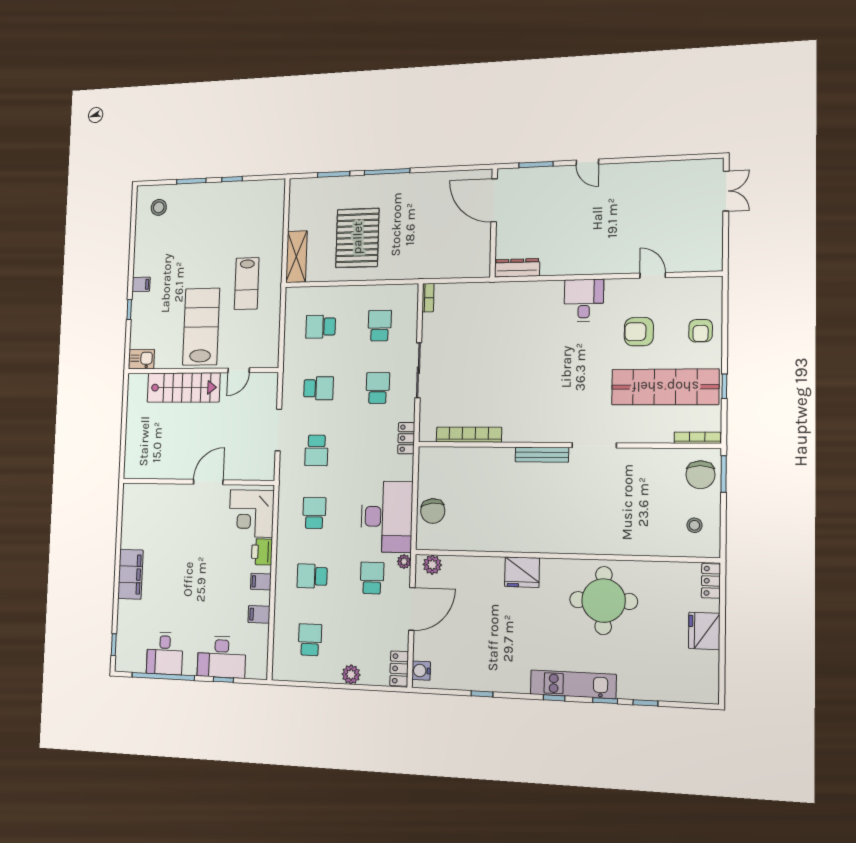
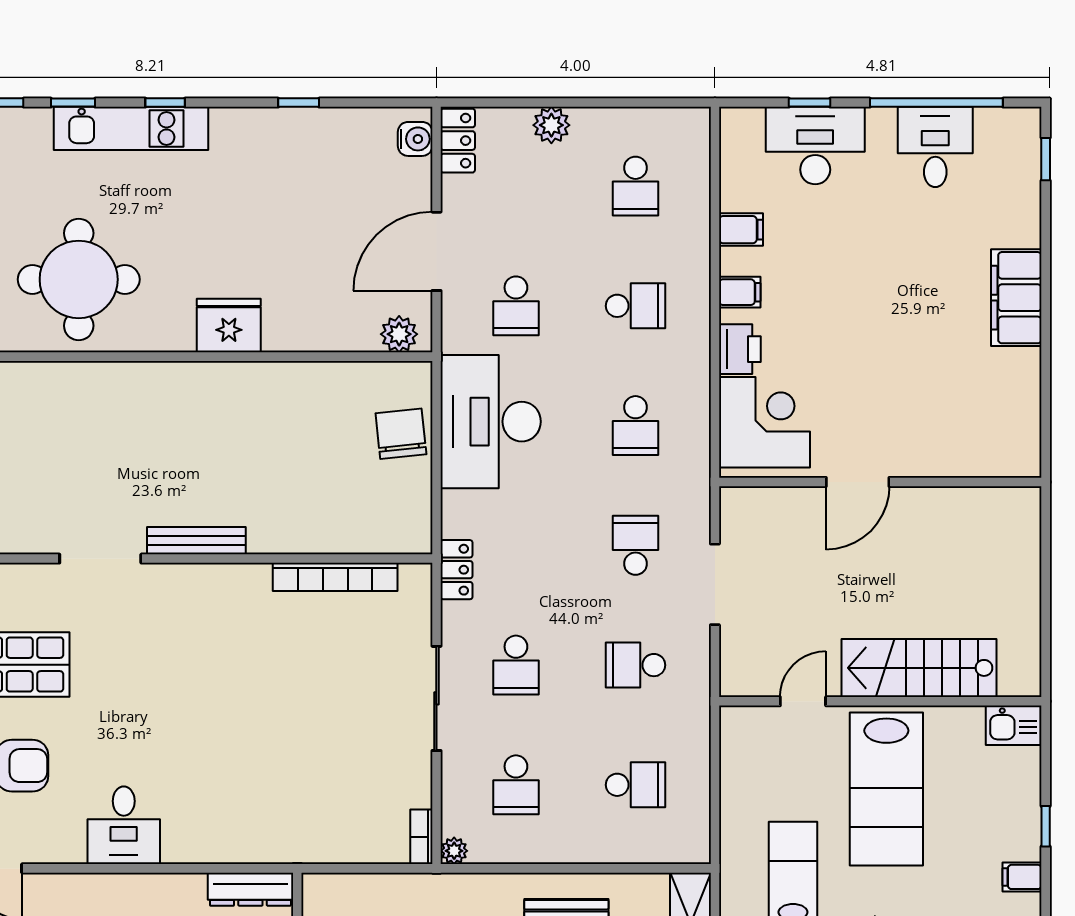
plant: (404, 562) -> (454, 851), moved

